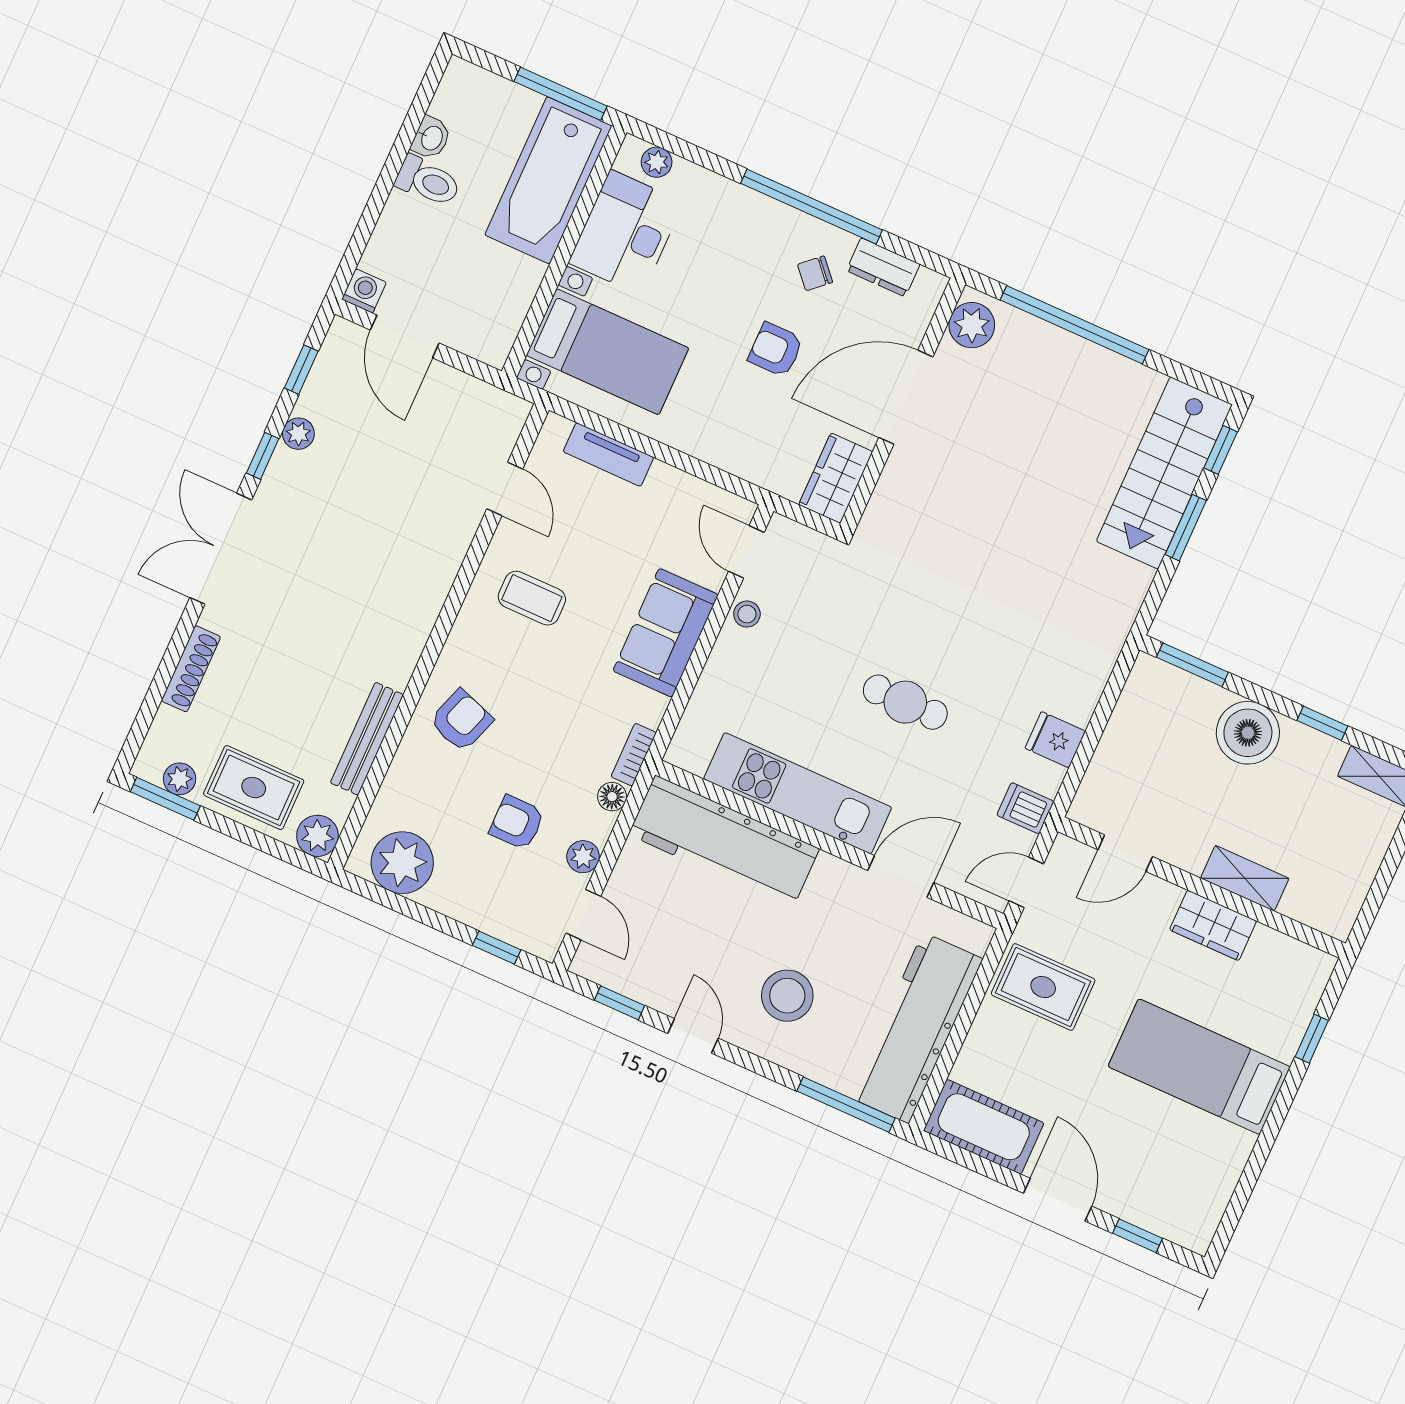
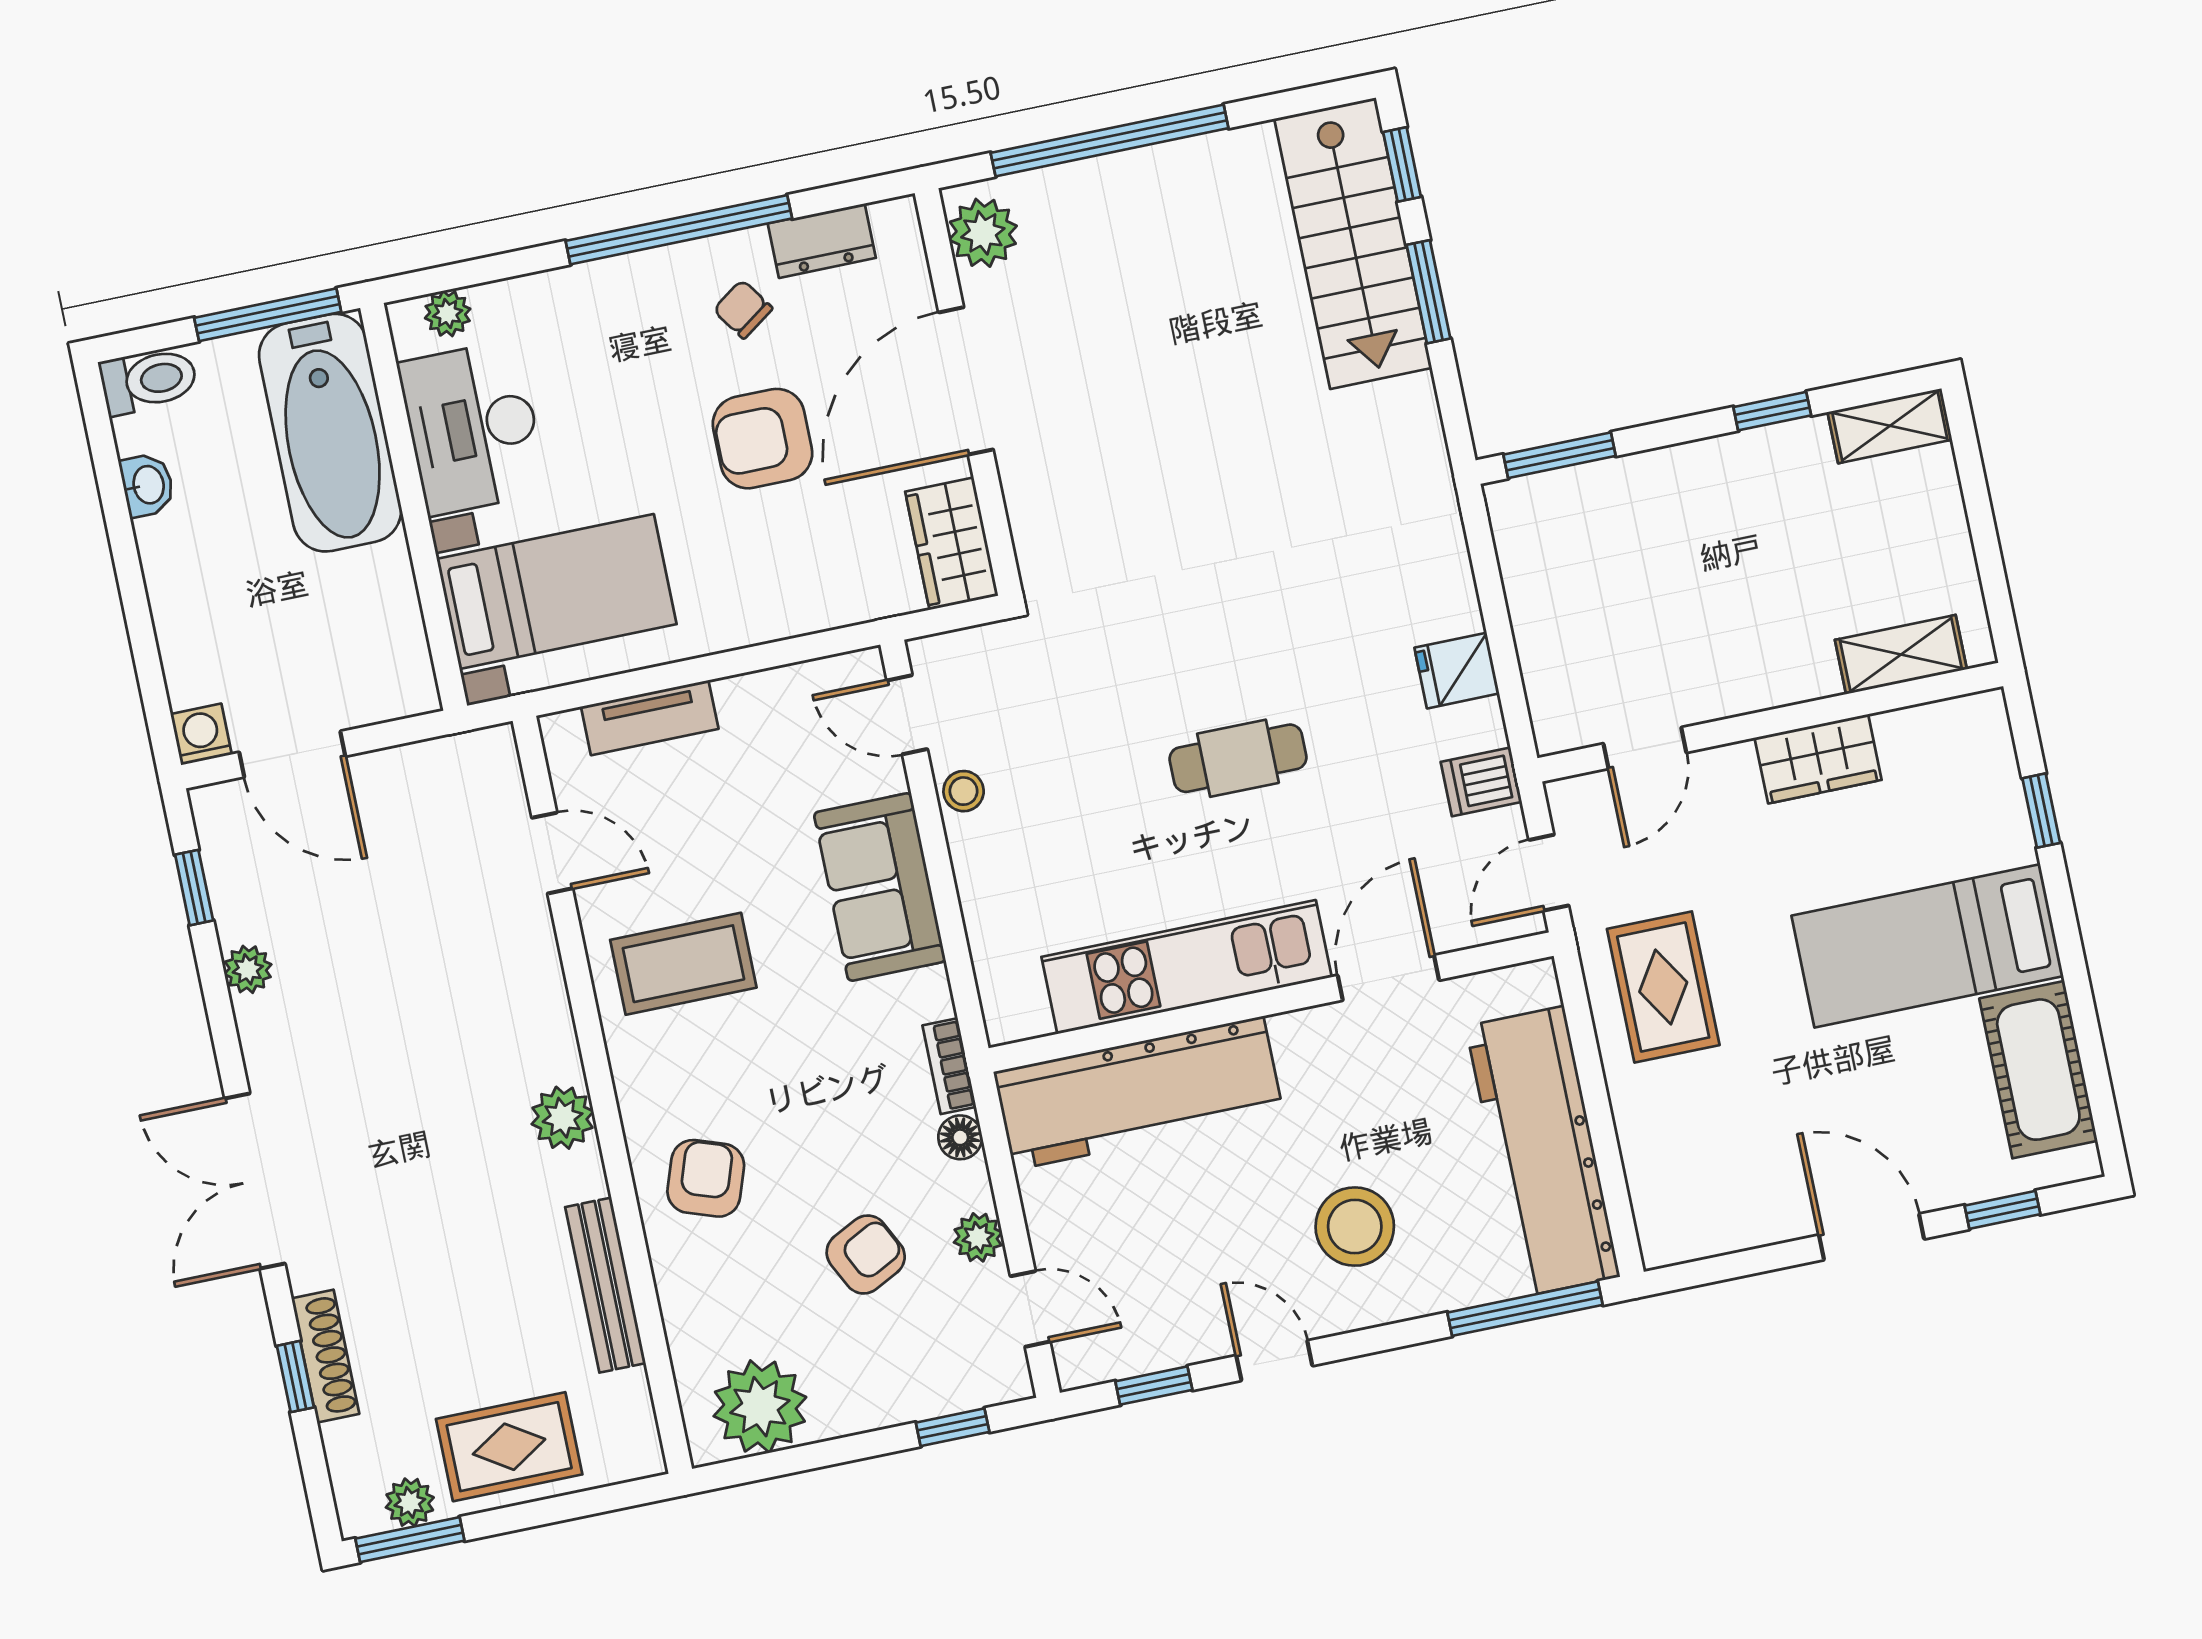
toilet: (428, 181) -> (149, 380), moved
chair: (815, 273) -> (743, 309), turned 97
armchair: (776, 350) -> (763, 439), width x1.38, depth x1.38
window: (263, 456) -> (295, 1377), moved
coffee table: (532, 598) -> (683, 964), width x1.36, depth x1.30
boiler: (1248, 733) -> (1689, 490), removed
armchair: (517, 823) -> (866, 1255), turned 153
plant: (318, 836) -> (563, 1118), moved
shelving: (1245, 878) -> (1901, 655), moved
rug: (1043, 987) -> (1663, 987), turned 90
cot: (984, 1127) -> (2038, 1070), moved, turned 90

